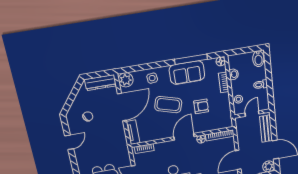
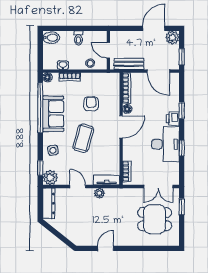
window: (191, 59) -> (40, 108), width x1.46
window: (133, 69) -> (40, 168), added
door: (122, 107) -> (78, 187), width x0.53
chair: (88, 116) -> (81, 223), removed
plant: (120, 128) -> (99, 193), added
bench: (266, 129) -> (129, 64), moved
door: (184, 137) -> (121, 127), swing flipped
door: (69, 142) -> (106, 248), hinge flipped

